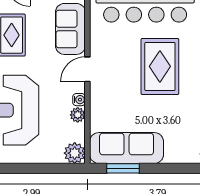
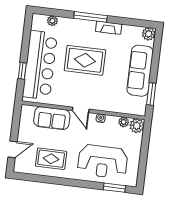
plant: (78, 115) -> (124, 122), moved
sofa: (127, 148) -> (140, 71), moved

